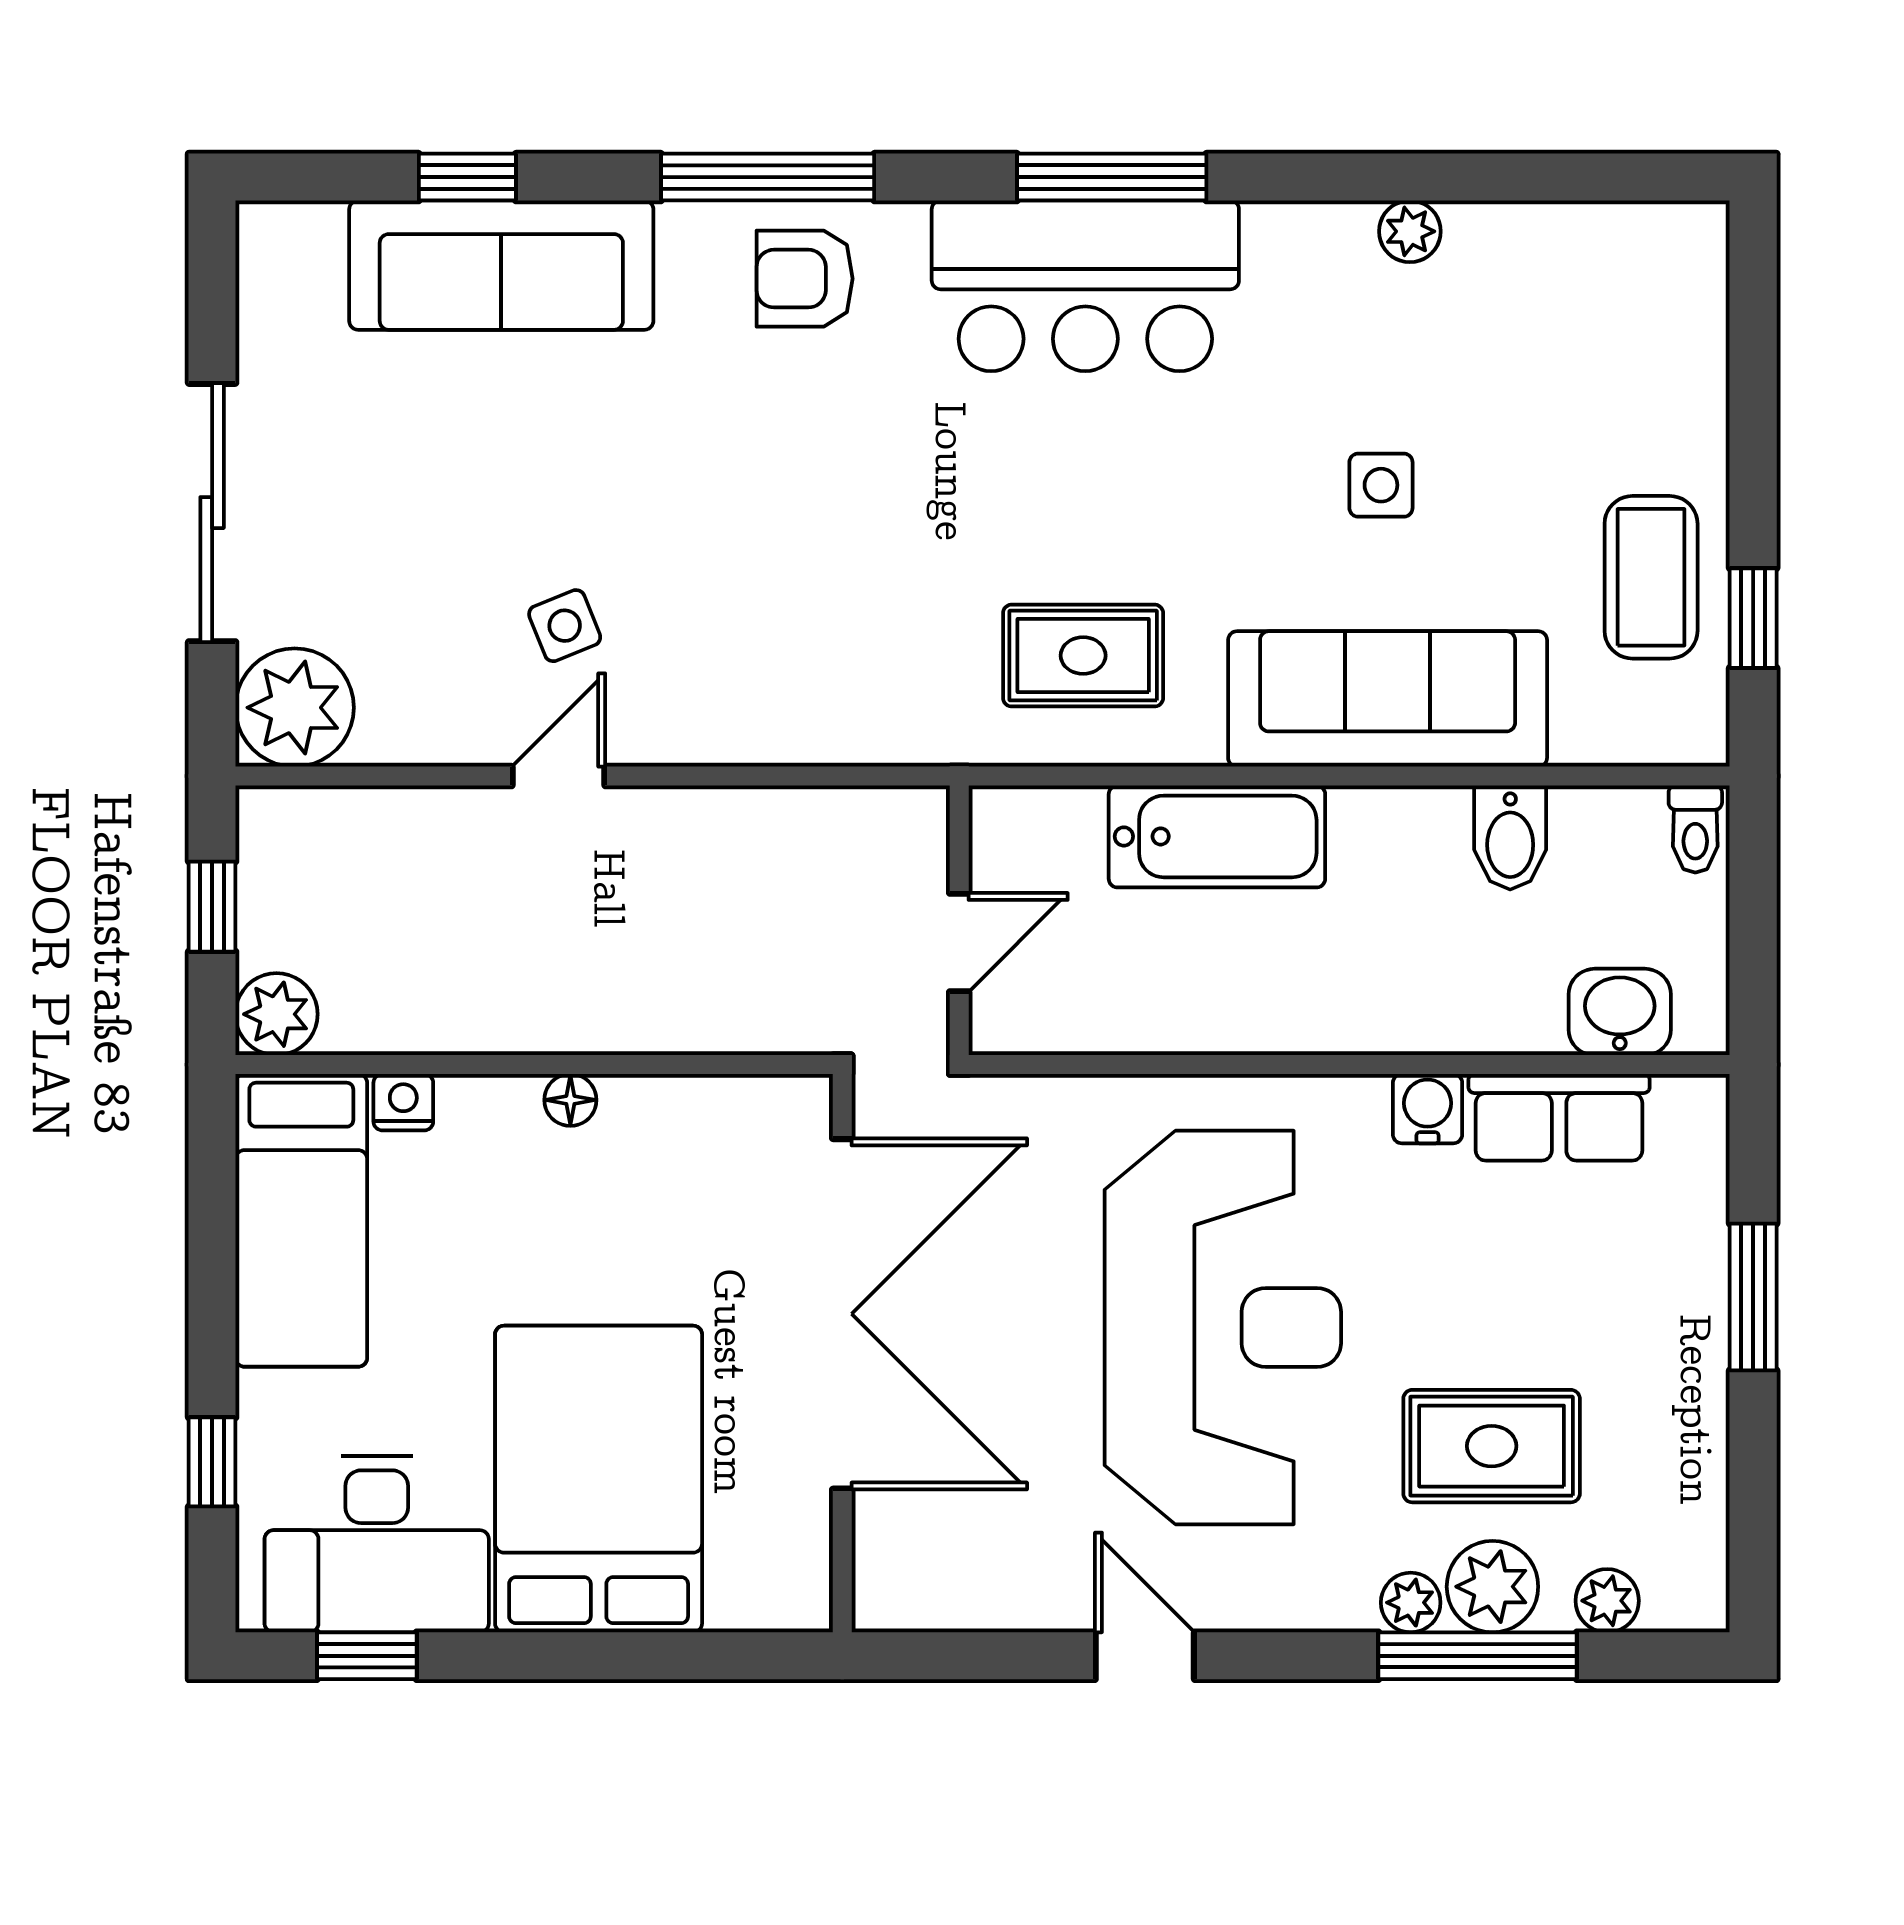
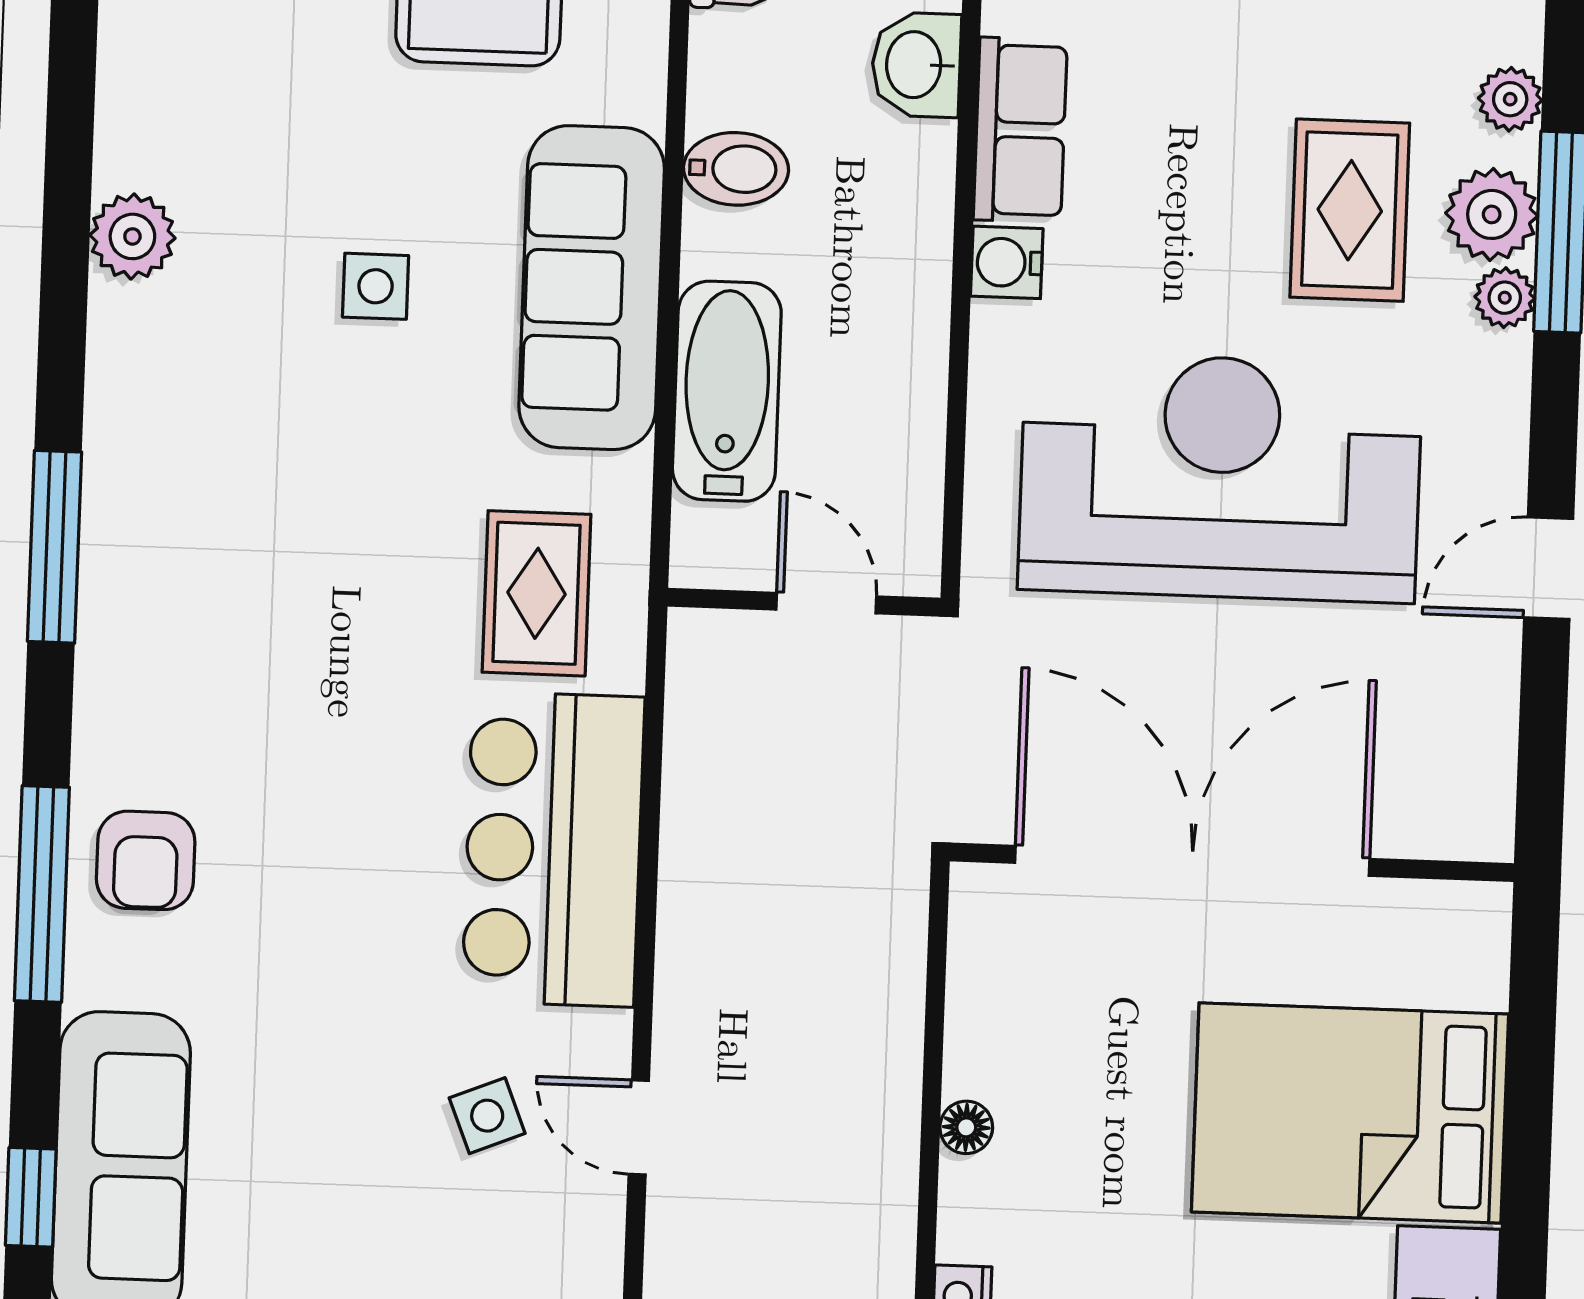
plant: (1410, 231) -> (132, 236), width x1.38, depth x1.38
bar counter: (1085, 286) -> (553, 849), moved, turned 180
bathtub: (1217, 836) -> (727, 391), moved
wall: (959, 920) -> (804, 602), moved
door: (959, 943) -> (826, 603), moved

